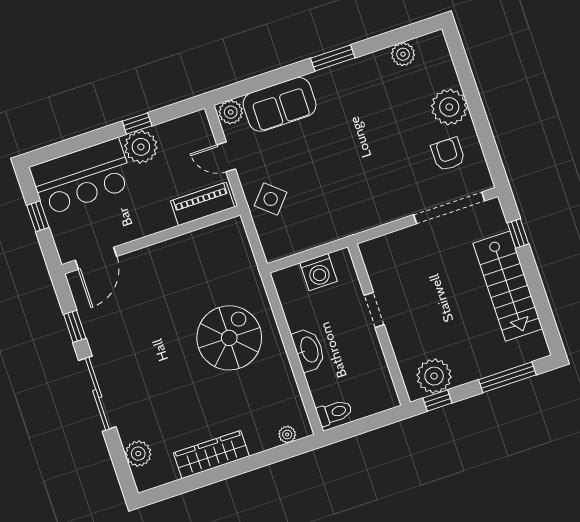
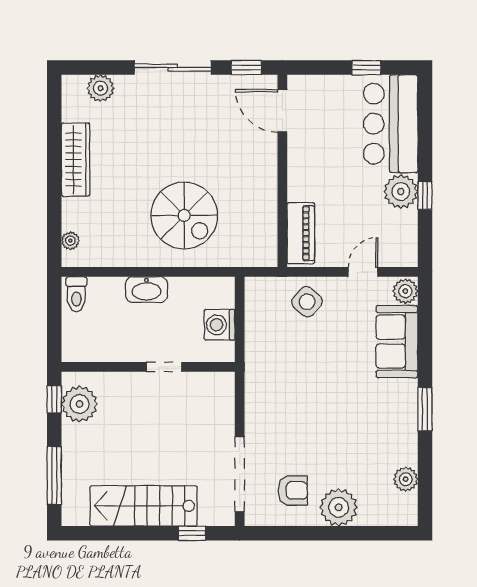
piano: (202, 204) -> (301, 233), moved
wall: (151, 240) -> (282, 171), moved
door: (96, 258) -> (282, 111), moved

